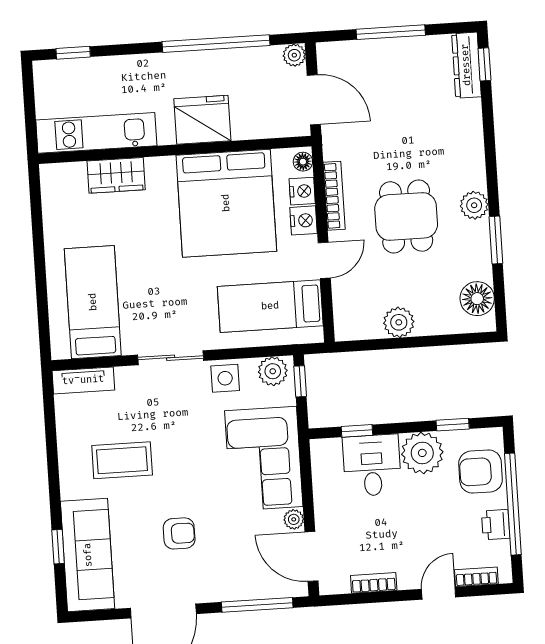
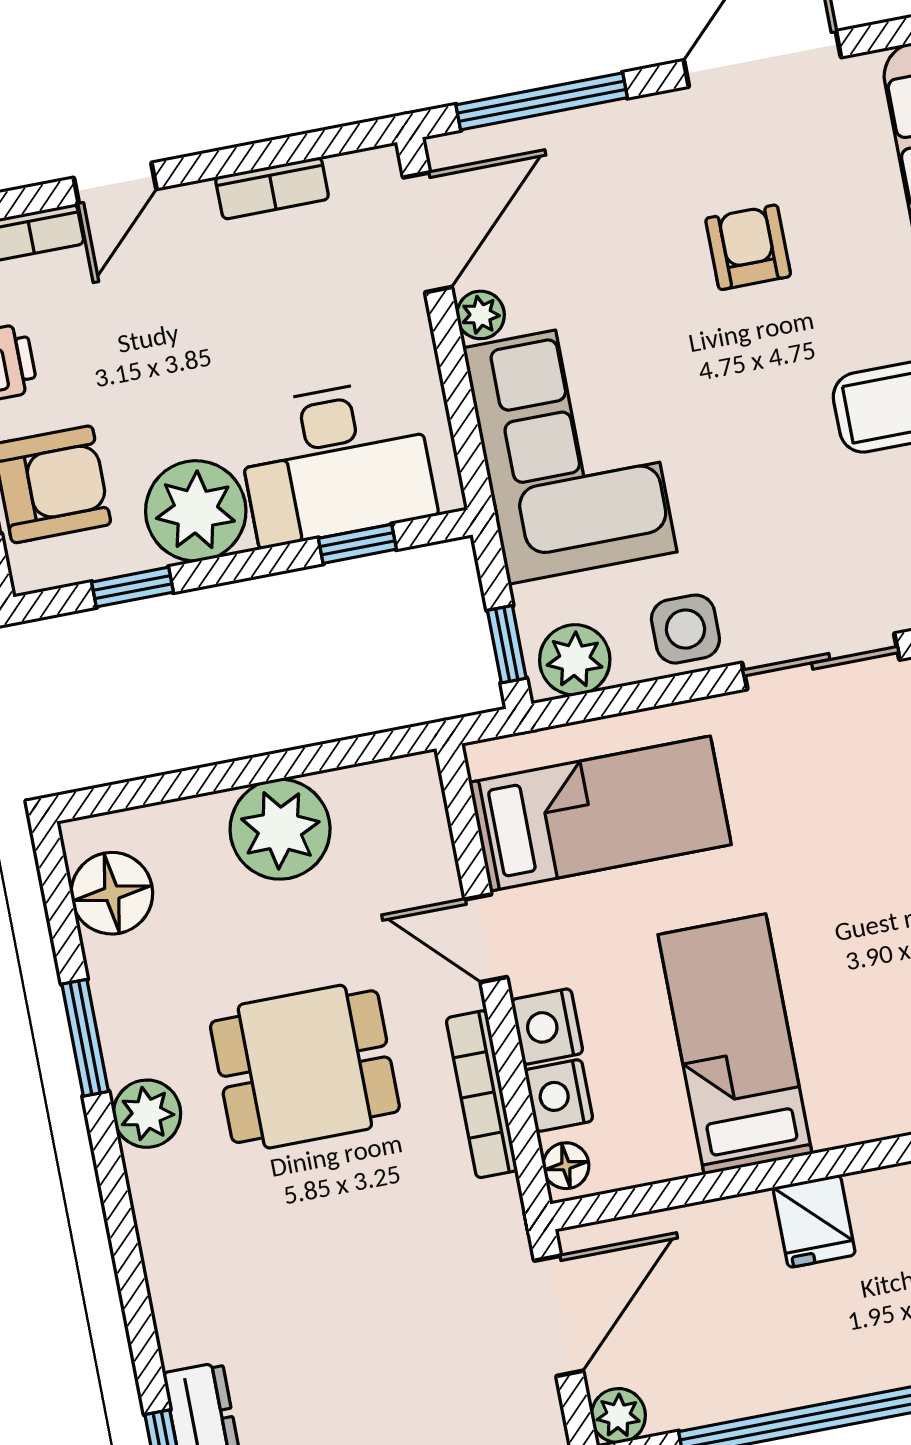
door: (314, 100) -> (559, 1316), swing flipped
fridge: (202, 120) -> (814, 1221), width x0.53, depth x0.75
bed: (226, 203) -> (735, 1044), width x0.49
dining table: (406, 216) -> (305, 1067), turned 90
door: (324, 260) -> (486, 938), hinge flipped
plant: (399, 322) -> (280, 829), width x1.36, depth x1.36
desk: (372, 465) -> (336, 462), width x1.37
armchair: (179, 533) -> (748, 247), turned 90
door: (311, 556) -> (427, 232), hinge flipped

